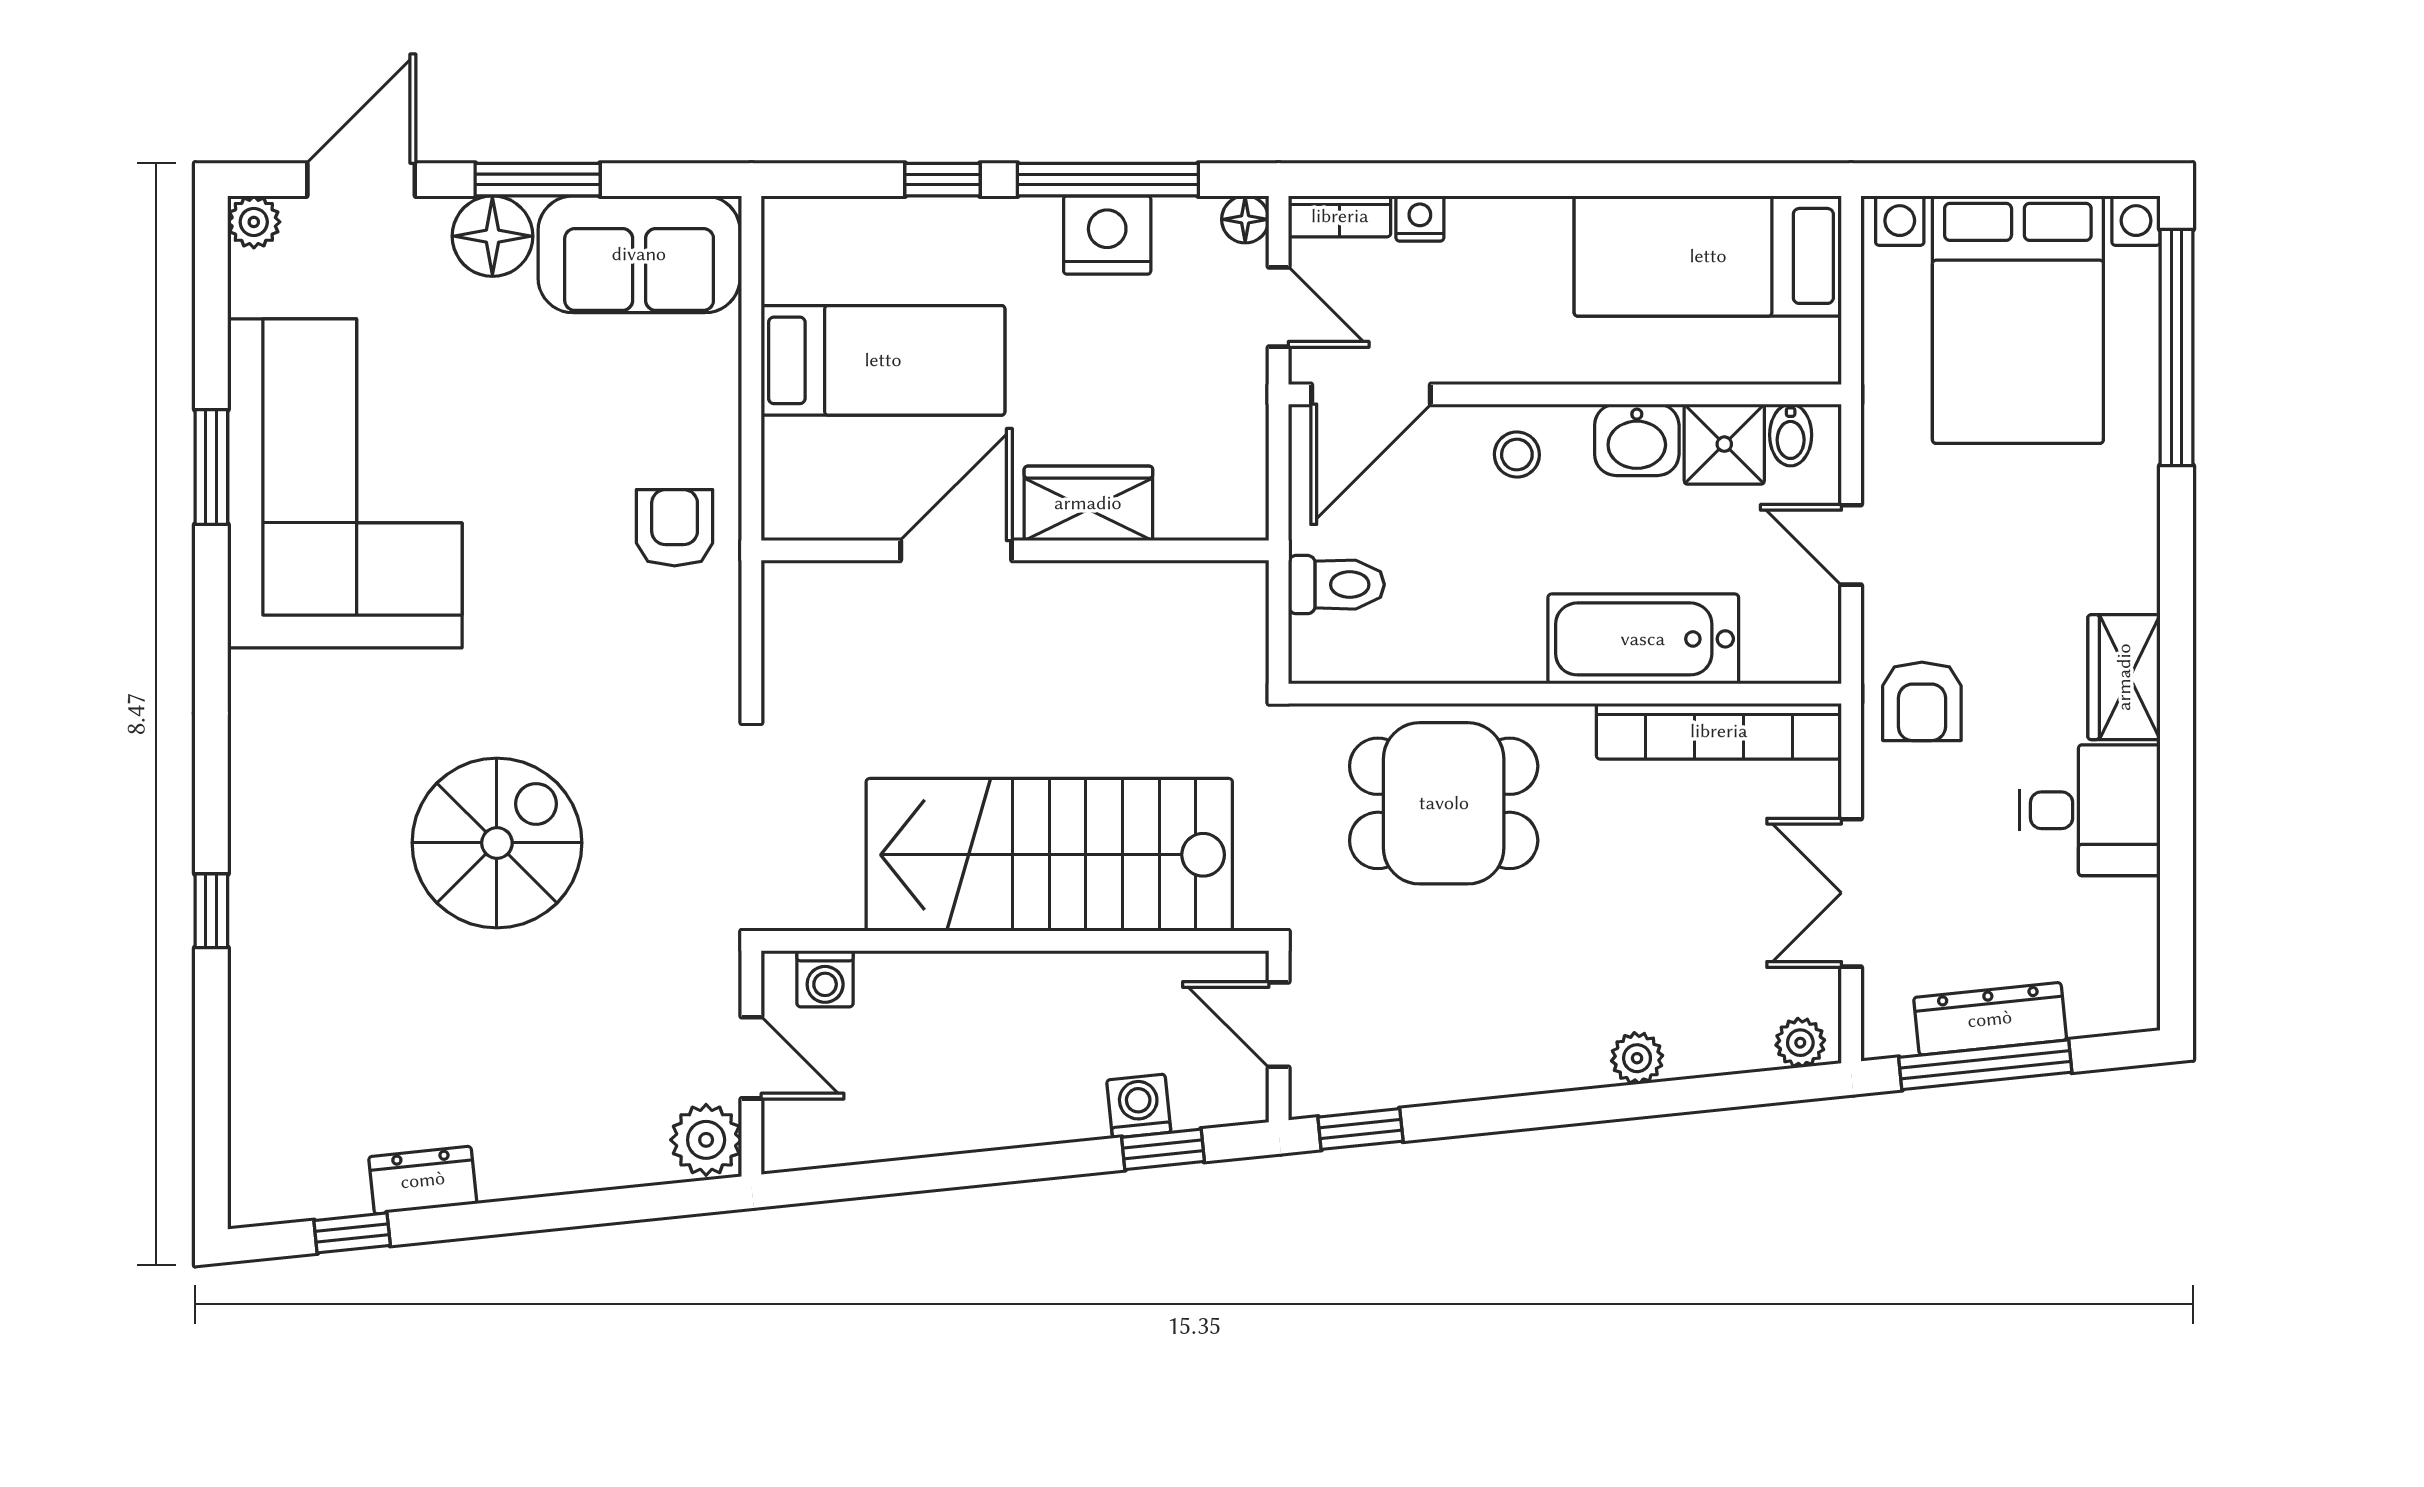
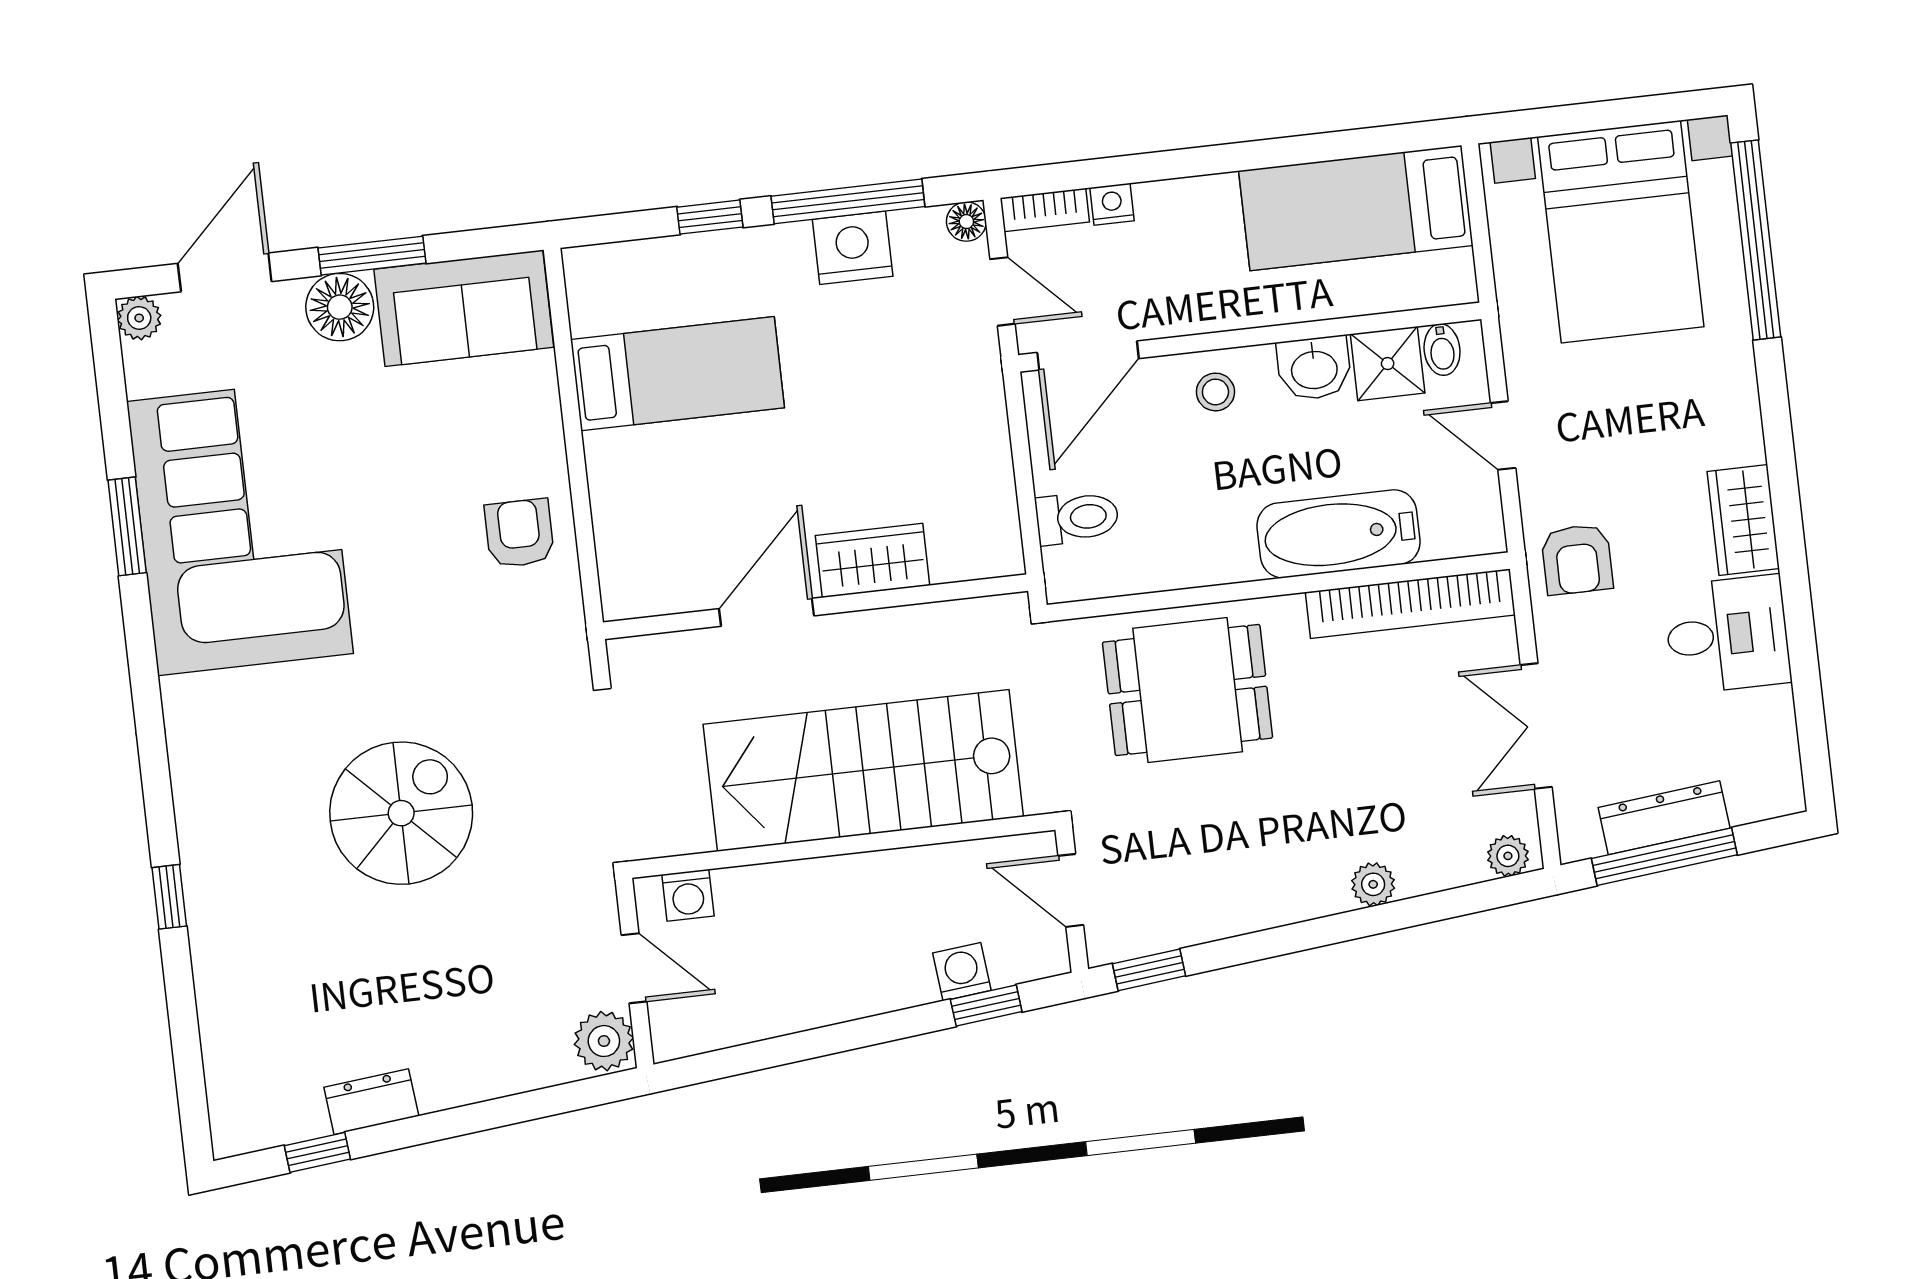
wardrobe: (1088, 503) -> (872, 560), moved
door: (956, 550) -> (766, 612), moved
wall: (1015, 550) -> (816, 607), moved

